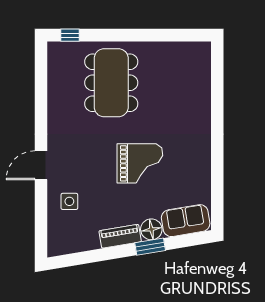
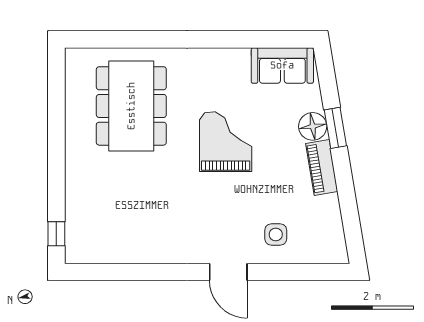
dining table: (111, 83) -> (131, 106), moved, turned 90
sofa: (186, 221) -> (282, 65), moved, turned -81

